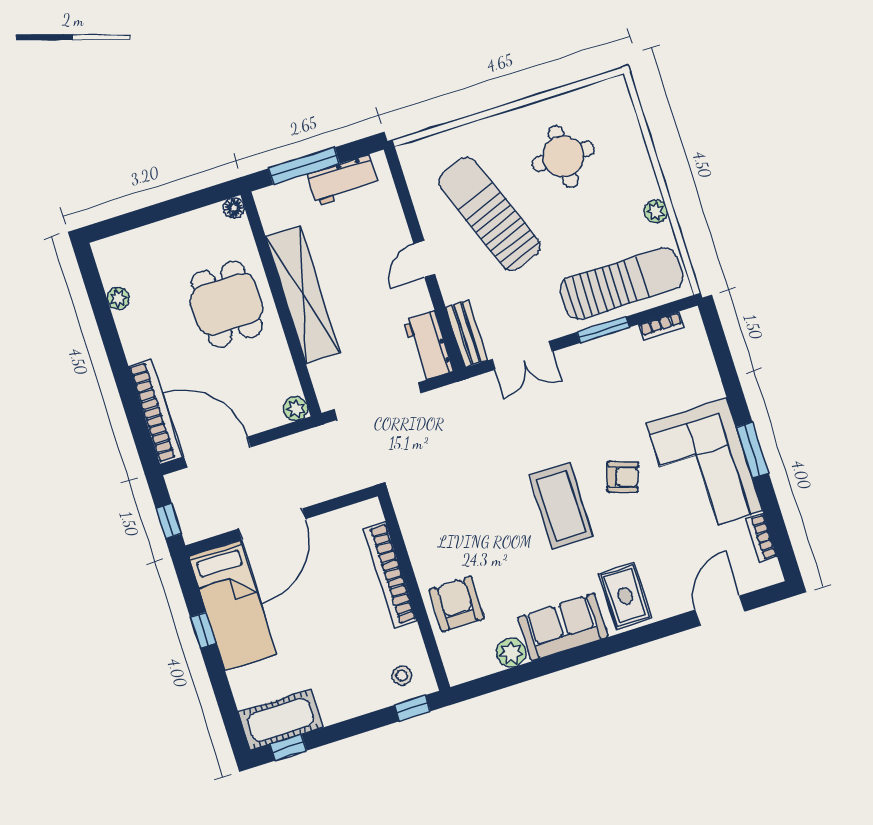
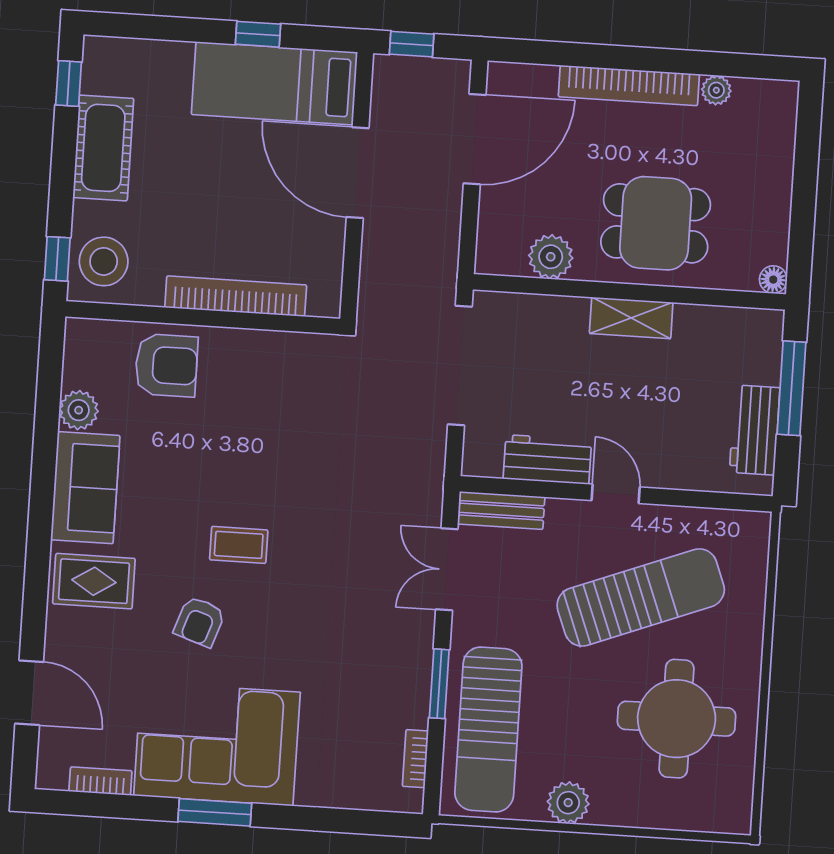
round table: (563, 156) -> (677, 719), width x1.36, depth x1.36
plant: (656, 211) -> (568, 803), width x1.38, depth x1.38
shelving: (303, 294) -> (631, 318), width x0.45, depth x0.75
workbench: (429, 346) -> (547, 459), moved
plant: (296, 409) -> (551, 257), moved, width x1.38, depth x1.38
bookcase: (155, 412) -> (629, 86), moved
armchair: (623, 477) -> (200, 622), moved
coffee table: (561, 506) -> (239, 545), width x0.54, depth x0.58
stool: (402, 675) -> (104, 261), width x1.89, depth x1.89
cot: (281, 720) -> (103, 148), moved

